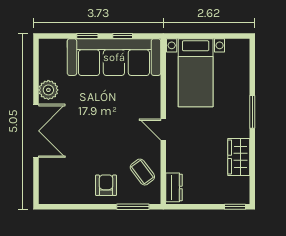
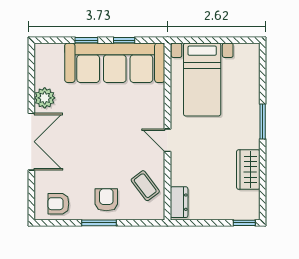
armchair: (61, 189) -> (58, 204), added
window: (133, 207) -> (99, 223), moved

